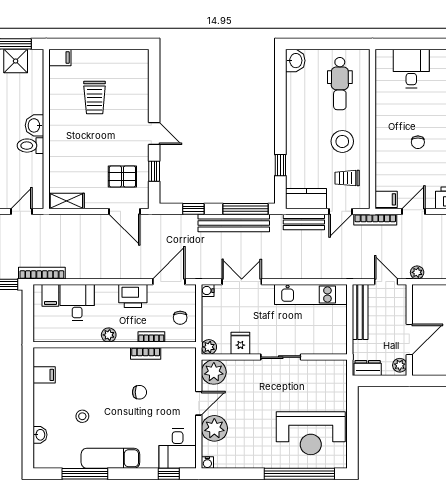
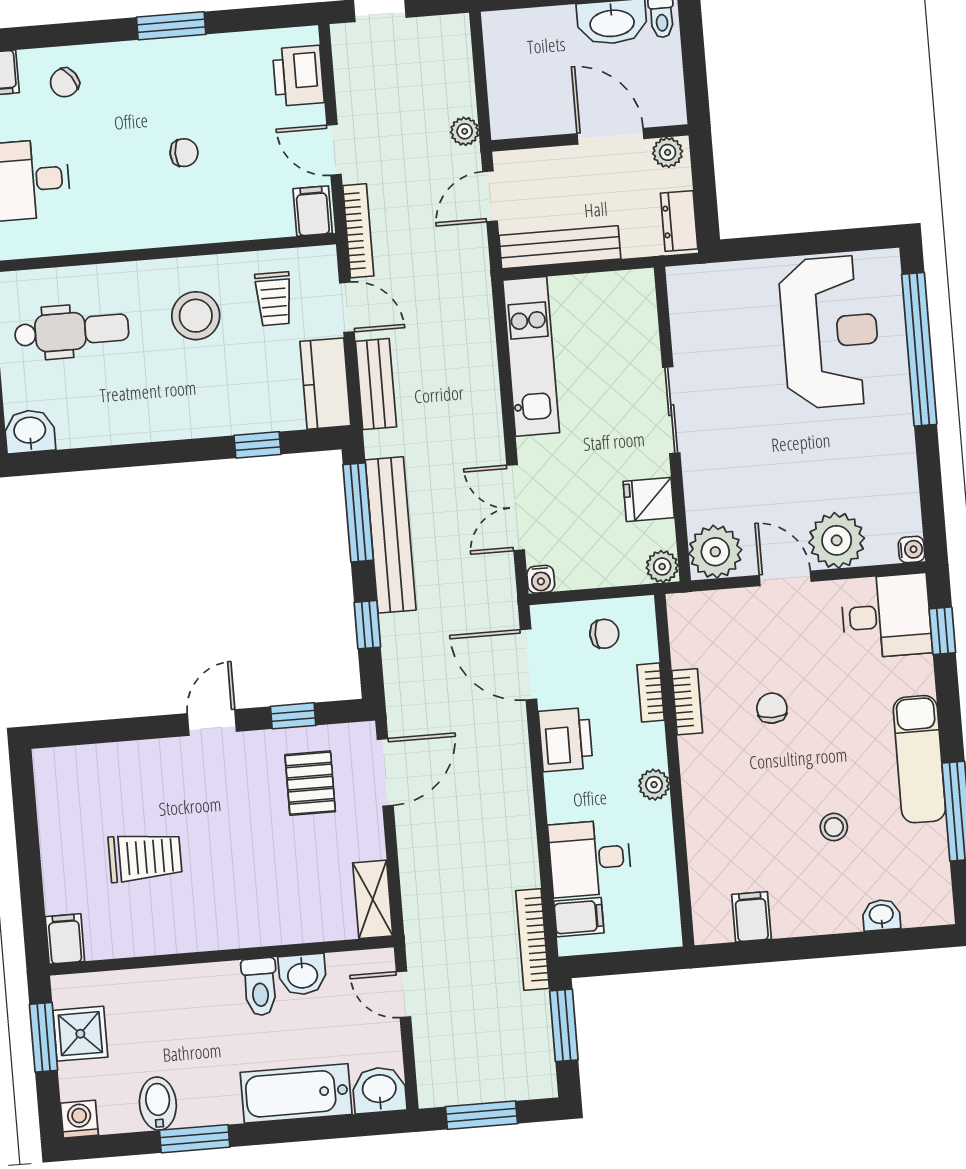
washbasin: (34, 125) -> (302, 974), moved

